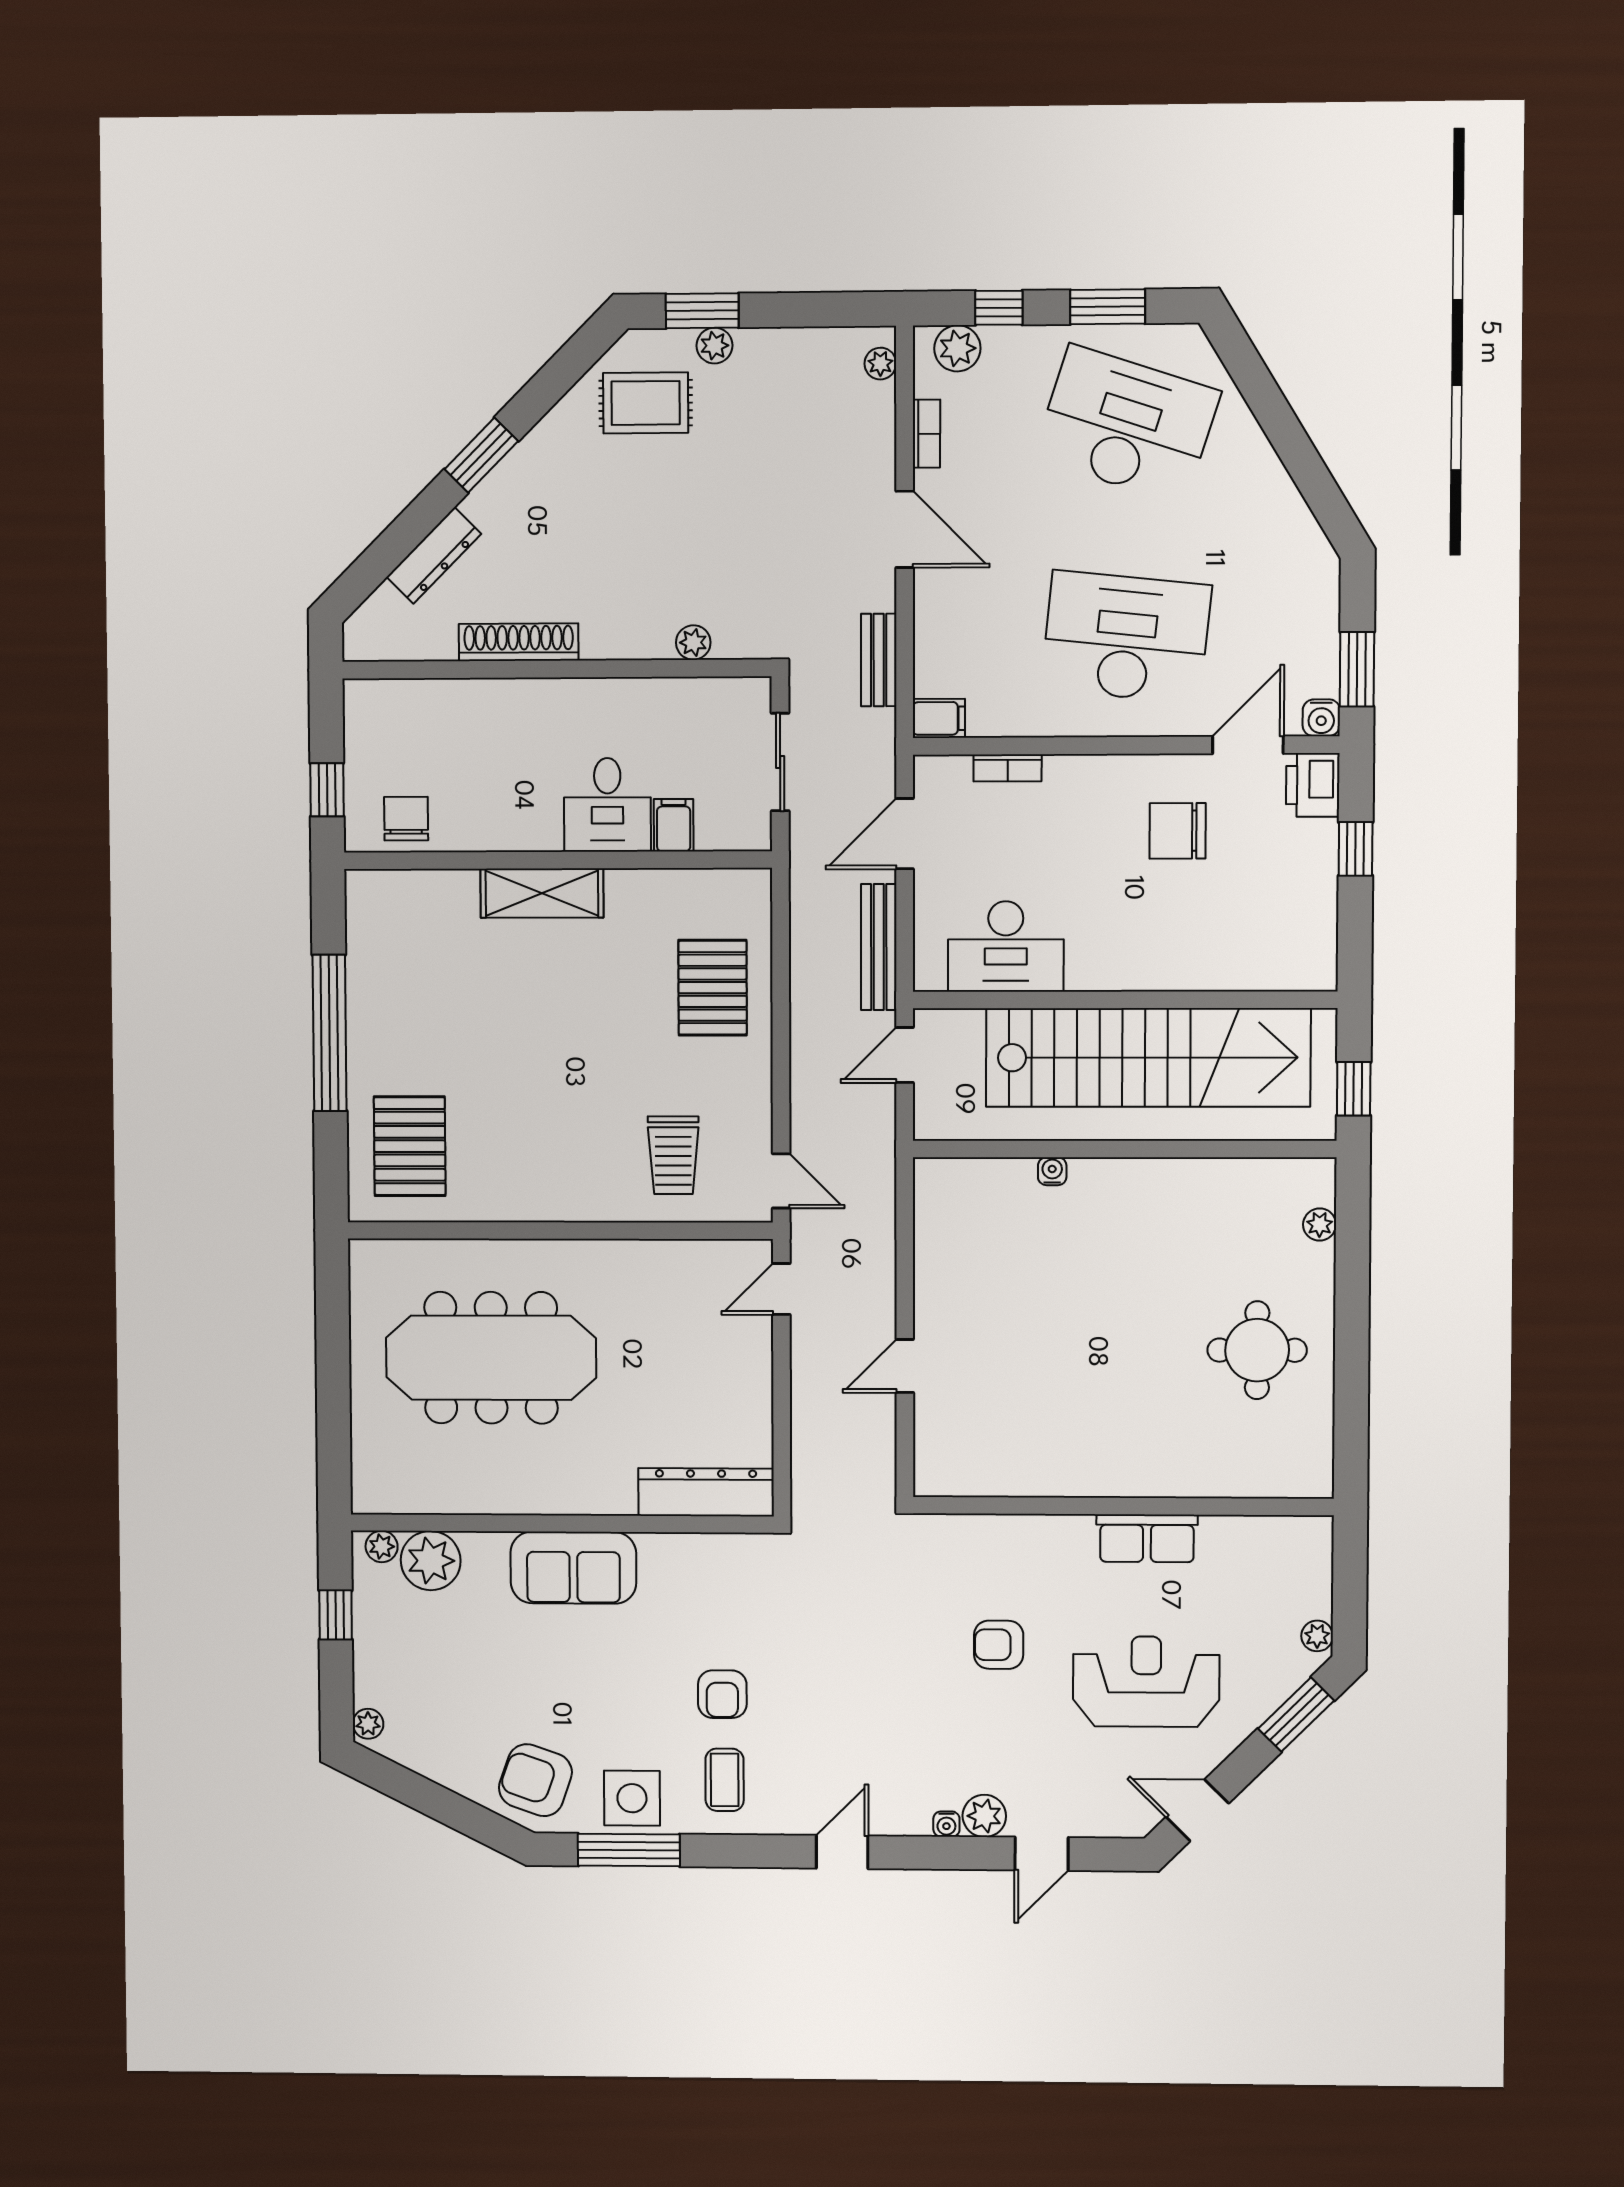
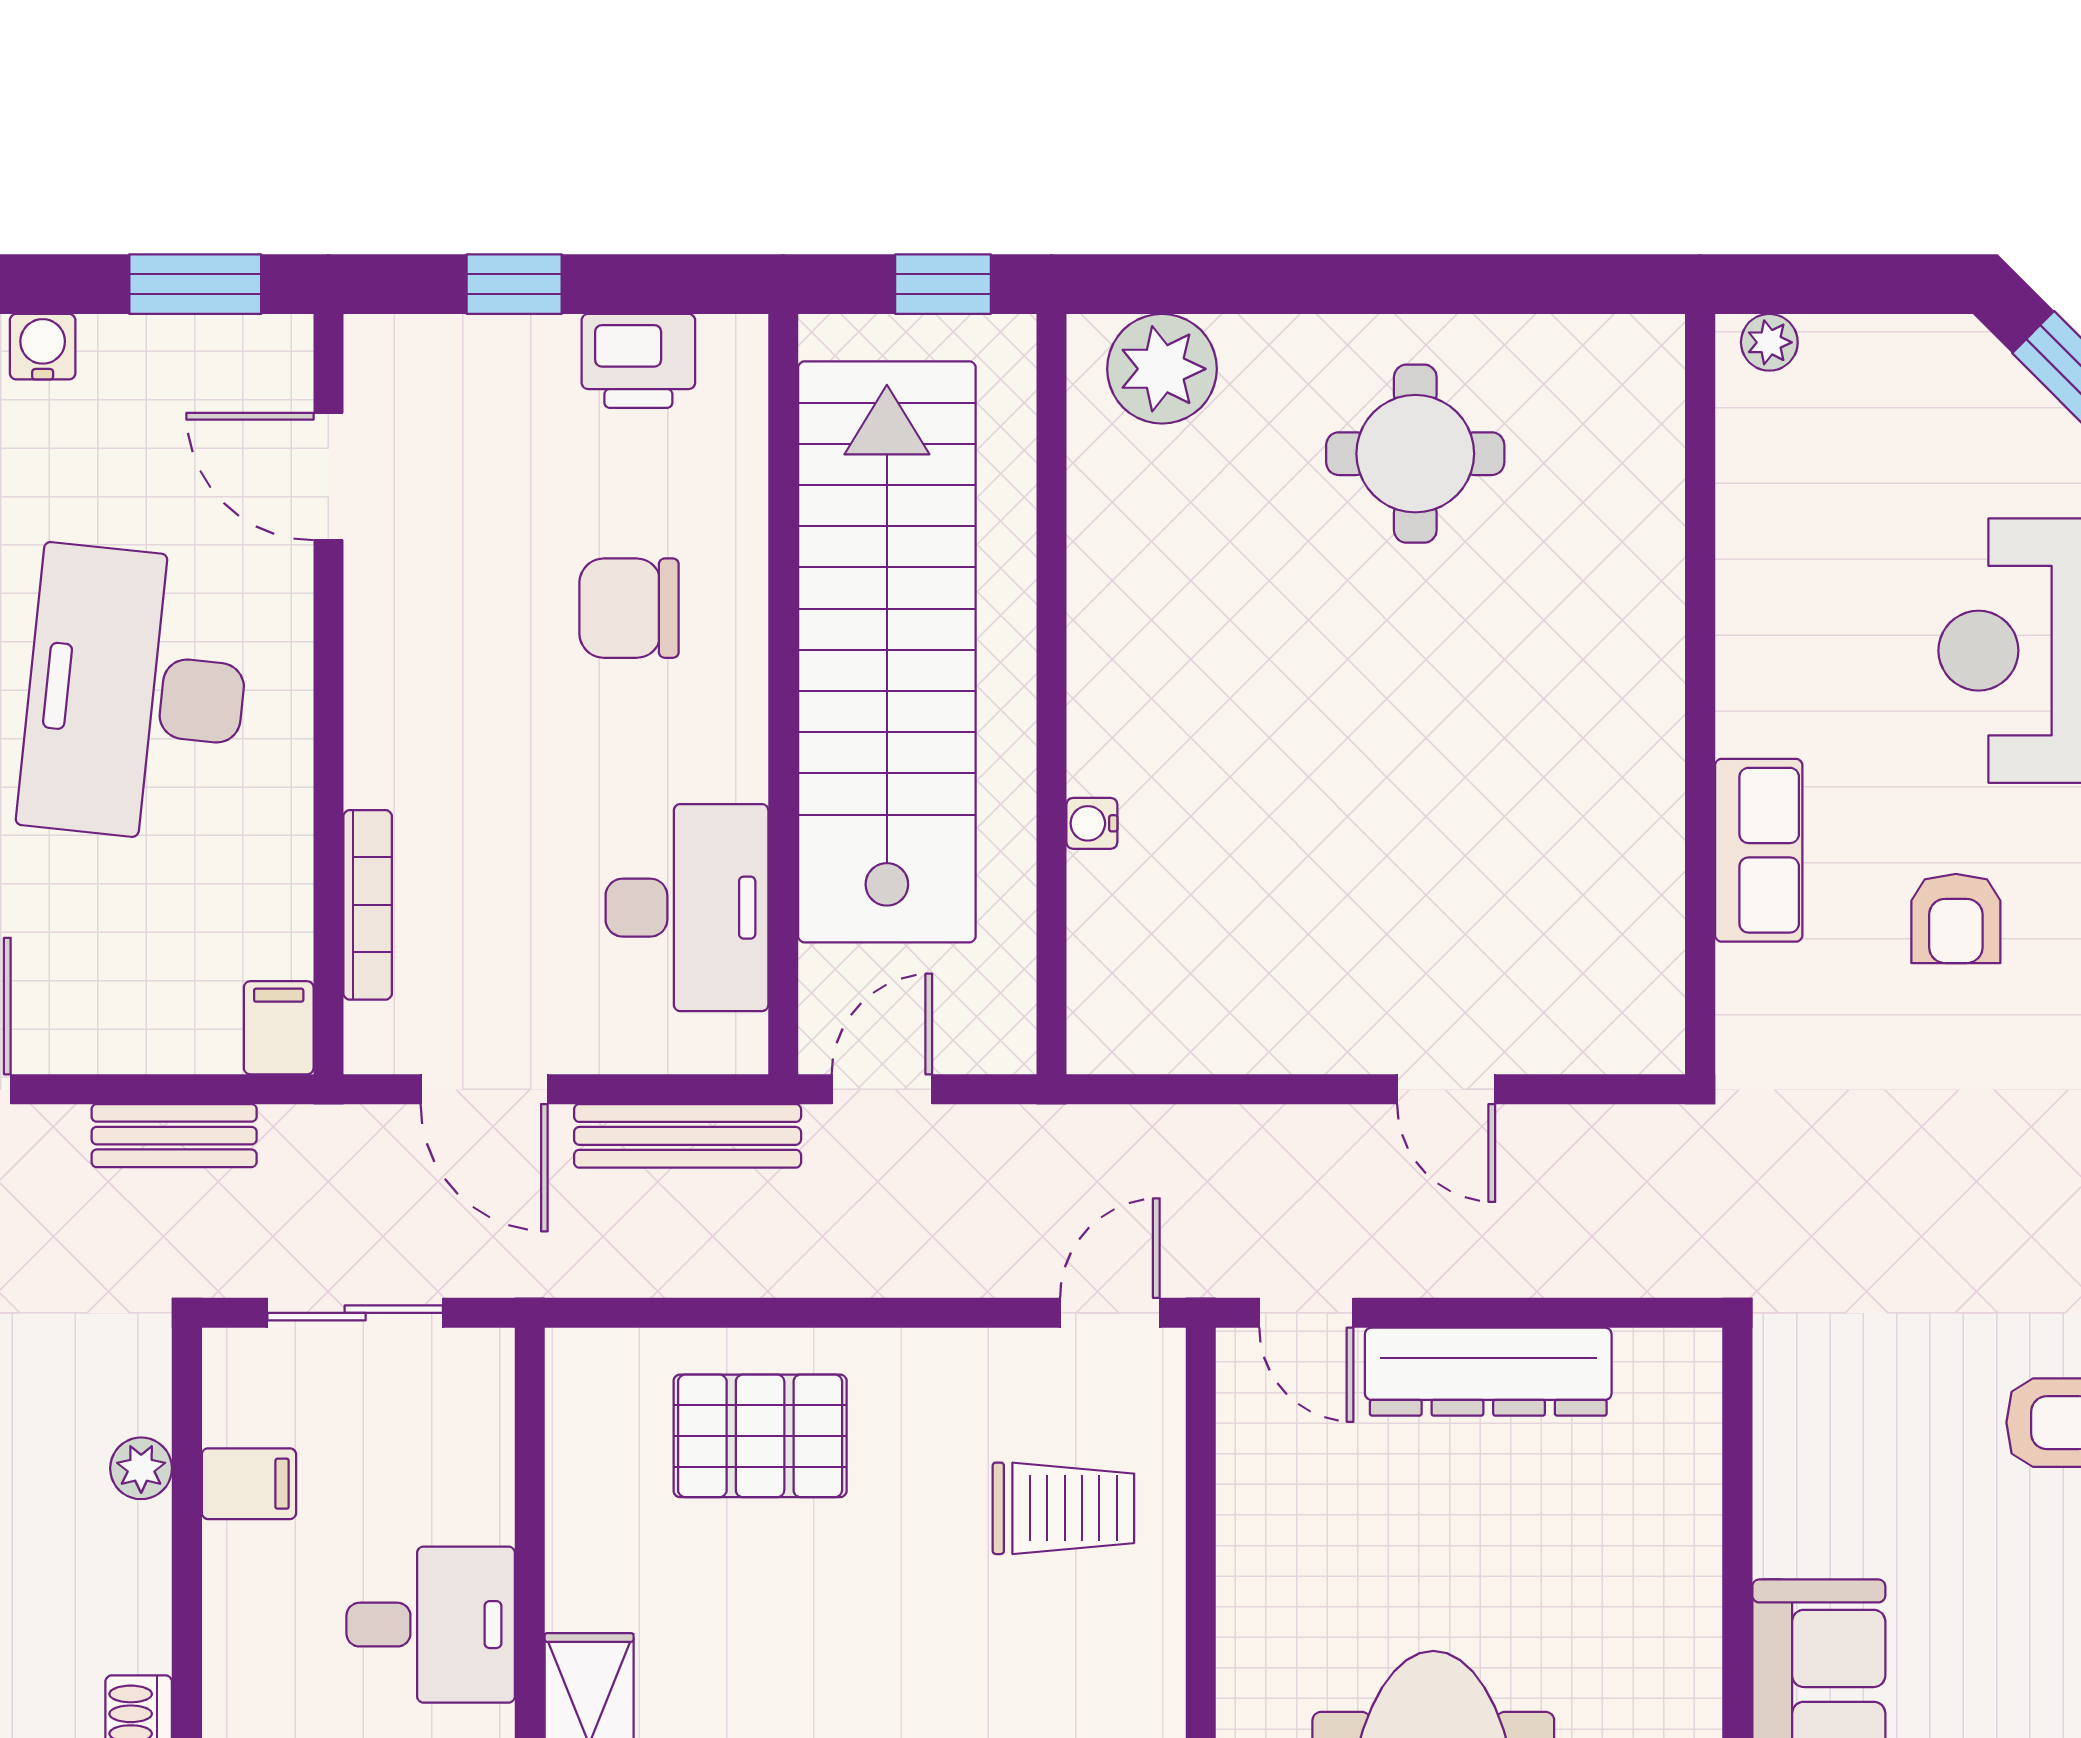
water cooler: (1321, 718) -> (43, 347), moved, turned -90
bookcase: (1008, 768) -> (368, 905), width x1.56
printer: (1313, 785) -> (638, 361), moved
filing cabinet: (674, 825) -> (249, 1484), moved, turned 180
chair: (1178, 831) -> (629, 608), moved, turned 90
door: (905, 1055) -> (882, 1089), swing flipped
plant: (1320, 1224) -> (1162, 369), width x1.88, depth x1.88
dresser: (706, 1492) -> (1488, 1372), moved, turned -90
row of seats: (1147, 1538) -> (1759, 850), moved
plant: (1317, 1636) -> (1769, 342), moved

